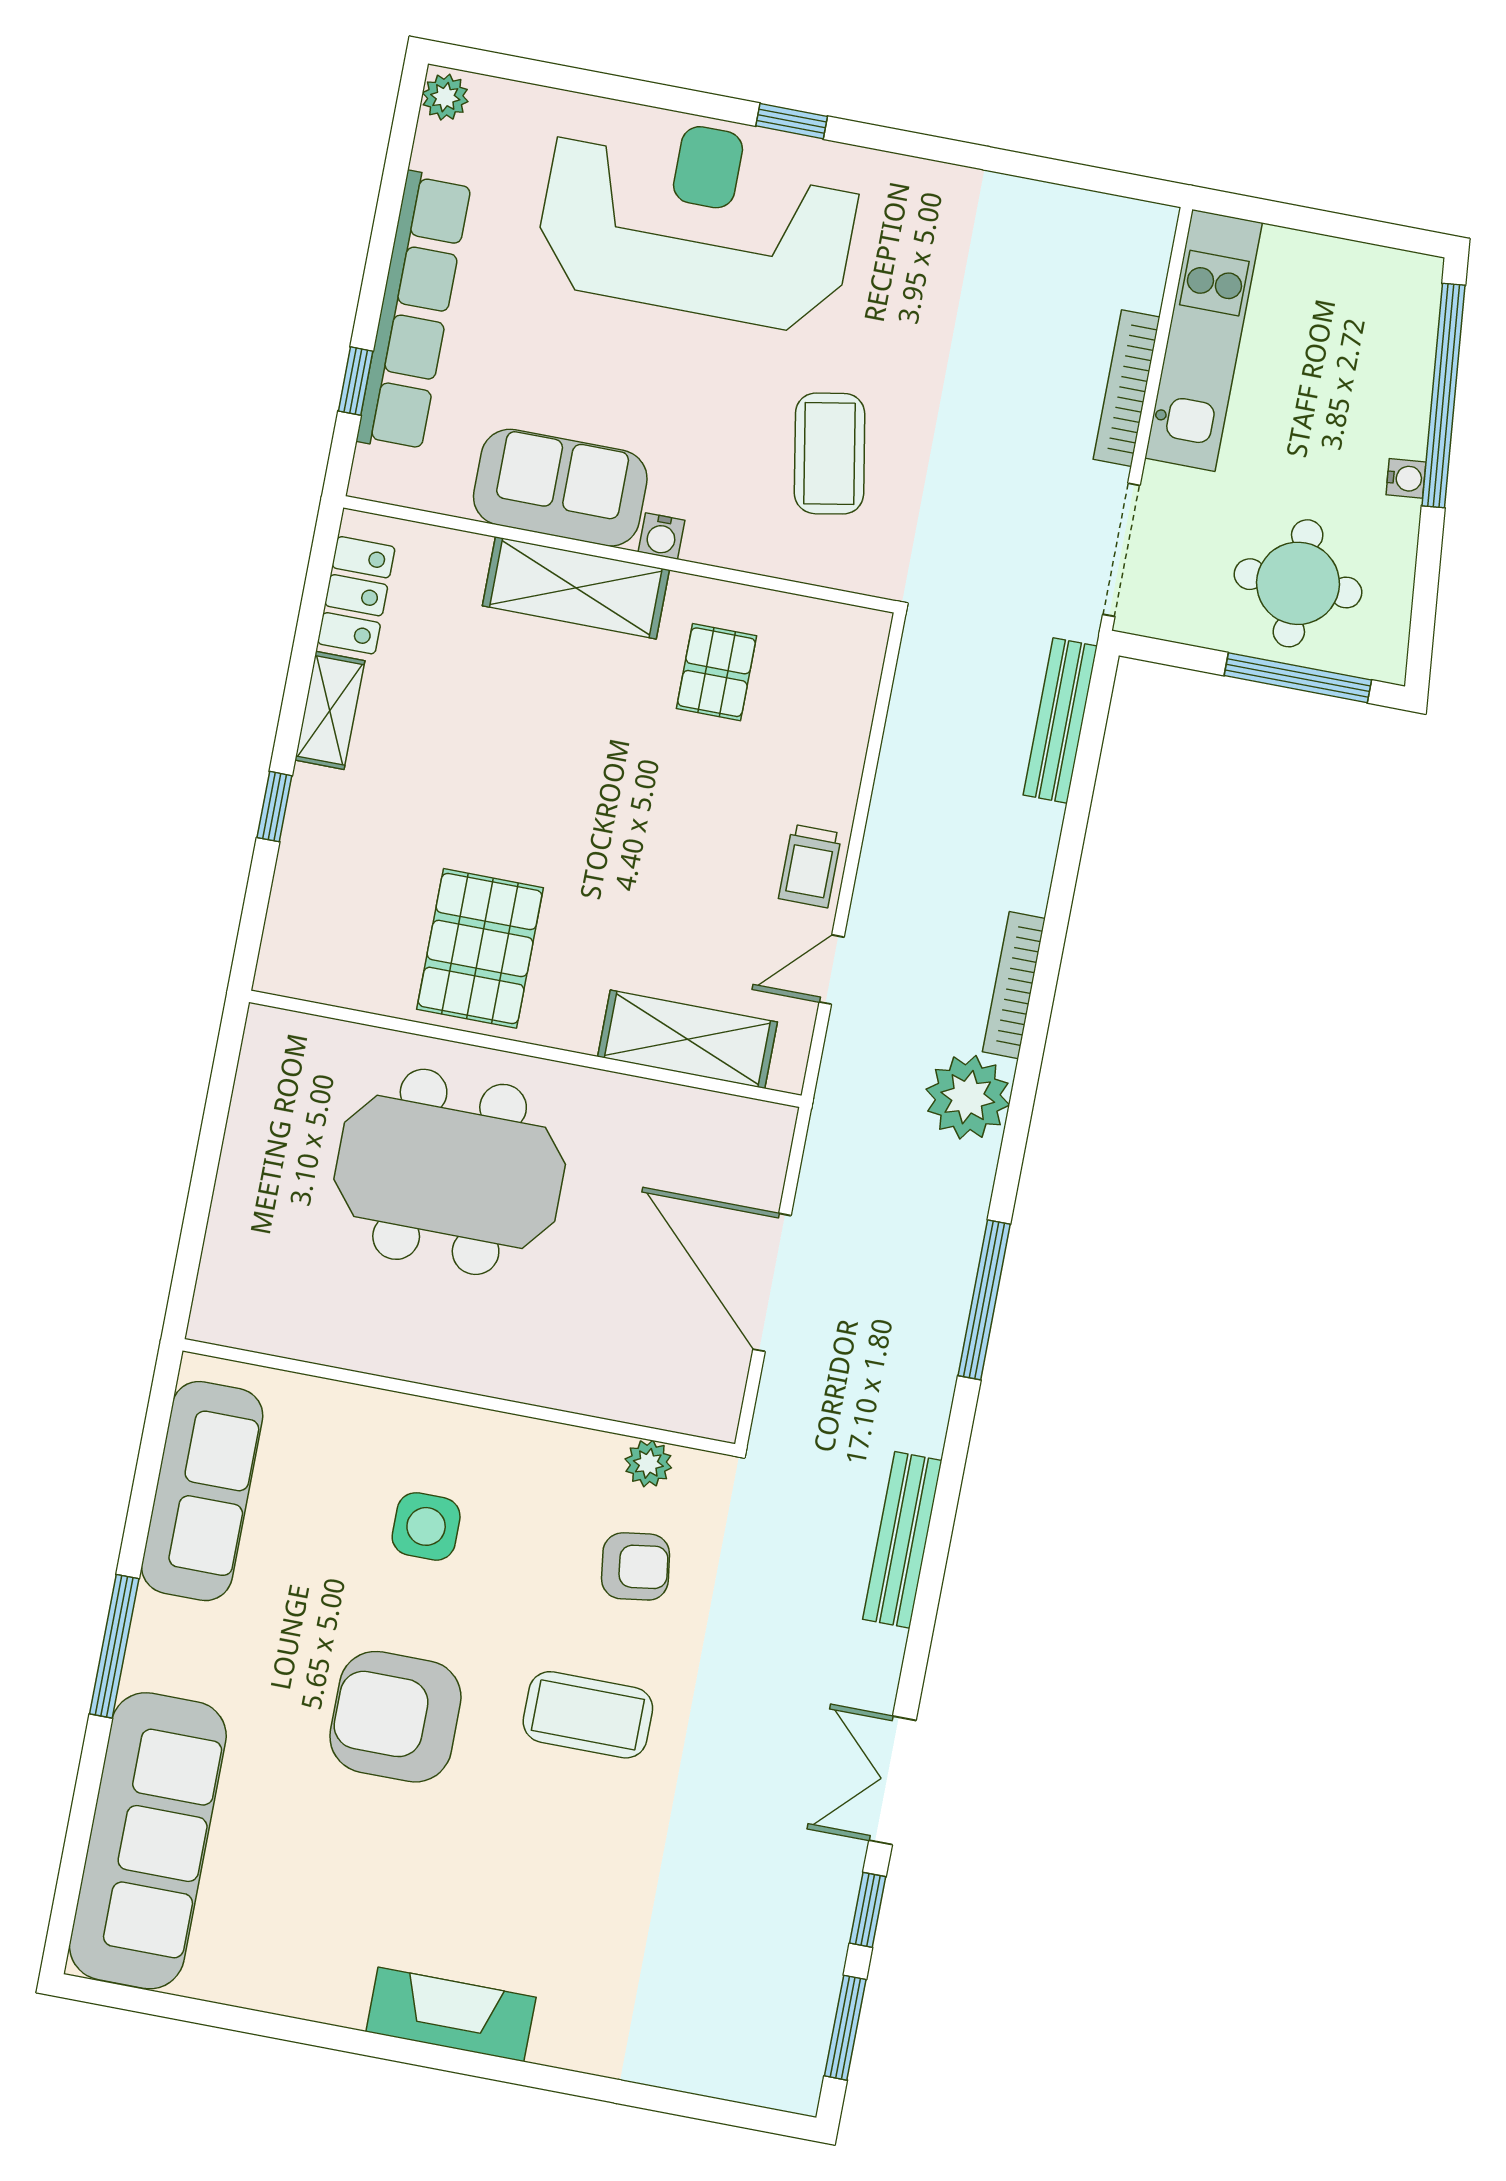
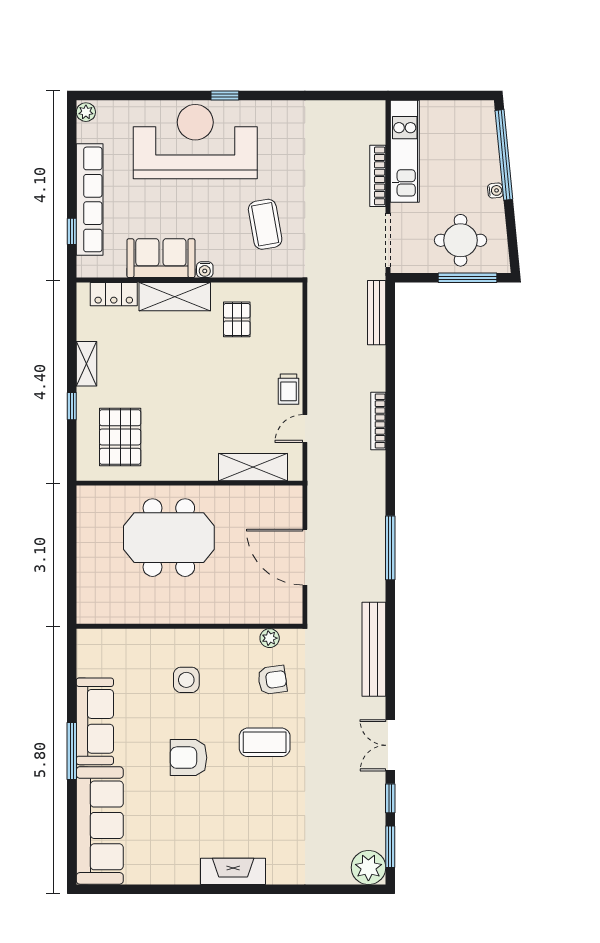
locker: (356, 595) -> (114, 294), moved, turned 90
pallet: (480, 948) -> (120, 437), moved
plant: (968, 1097) -> (368, 868), moved
sofa: (202, 1491) -> (95, 721), moved
bench: (902, 1540) -> (374, 649), width x1.37, depth x1.21
armchair: (395, 1717) -> (189, 758), width x0.73, depth x0.73

